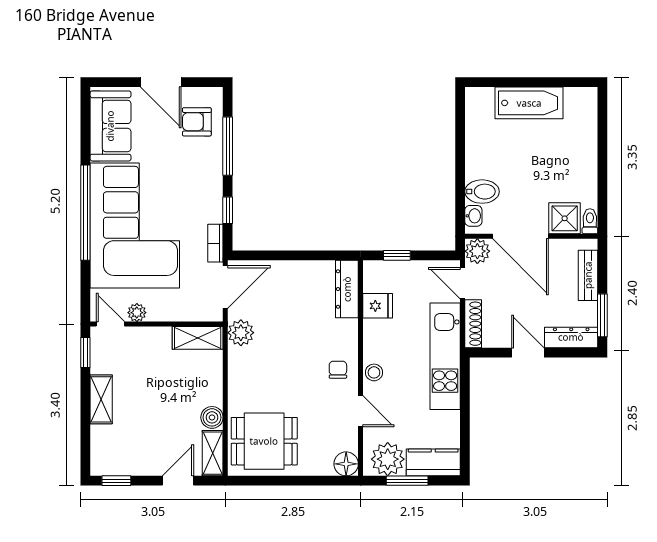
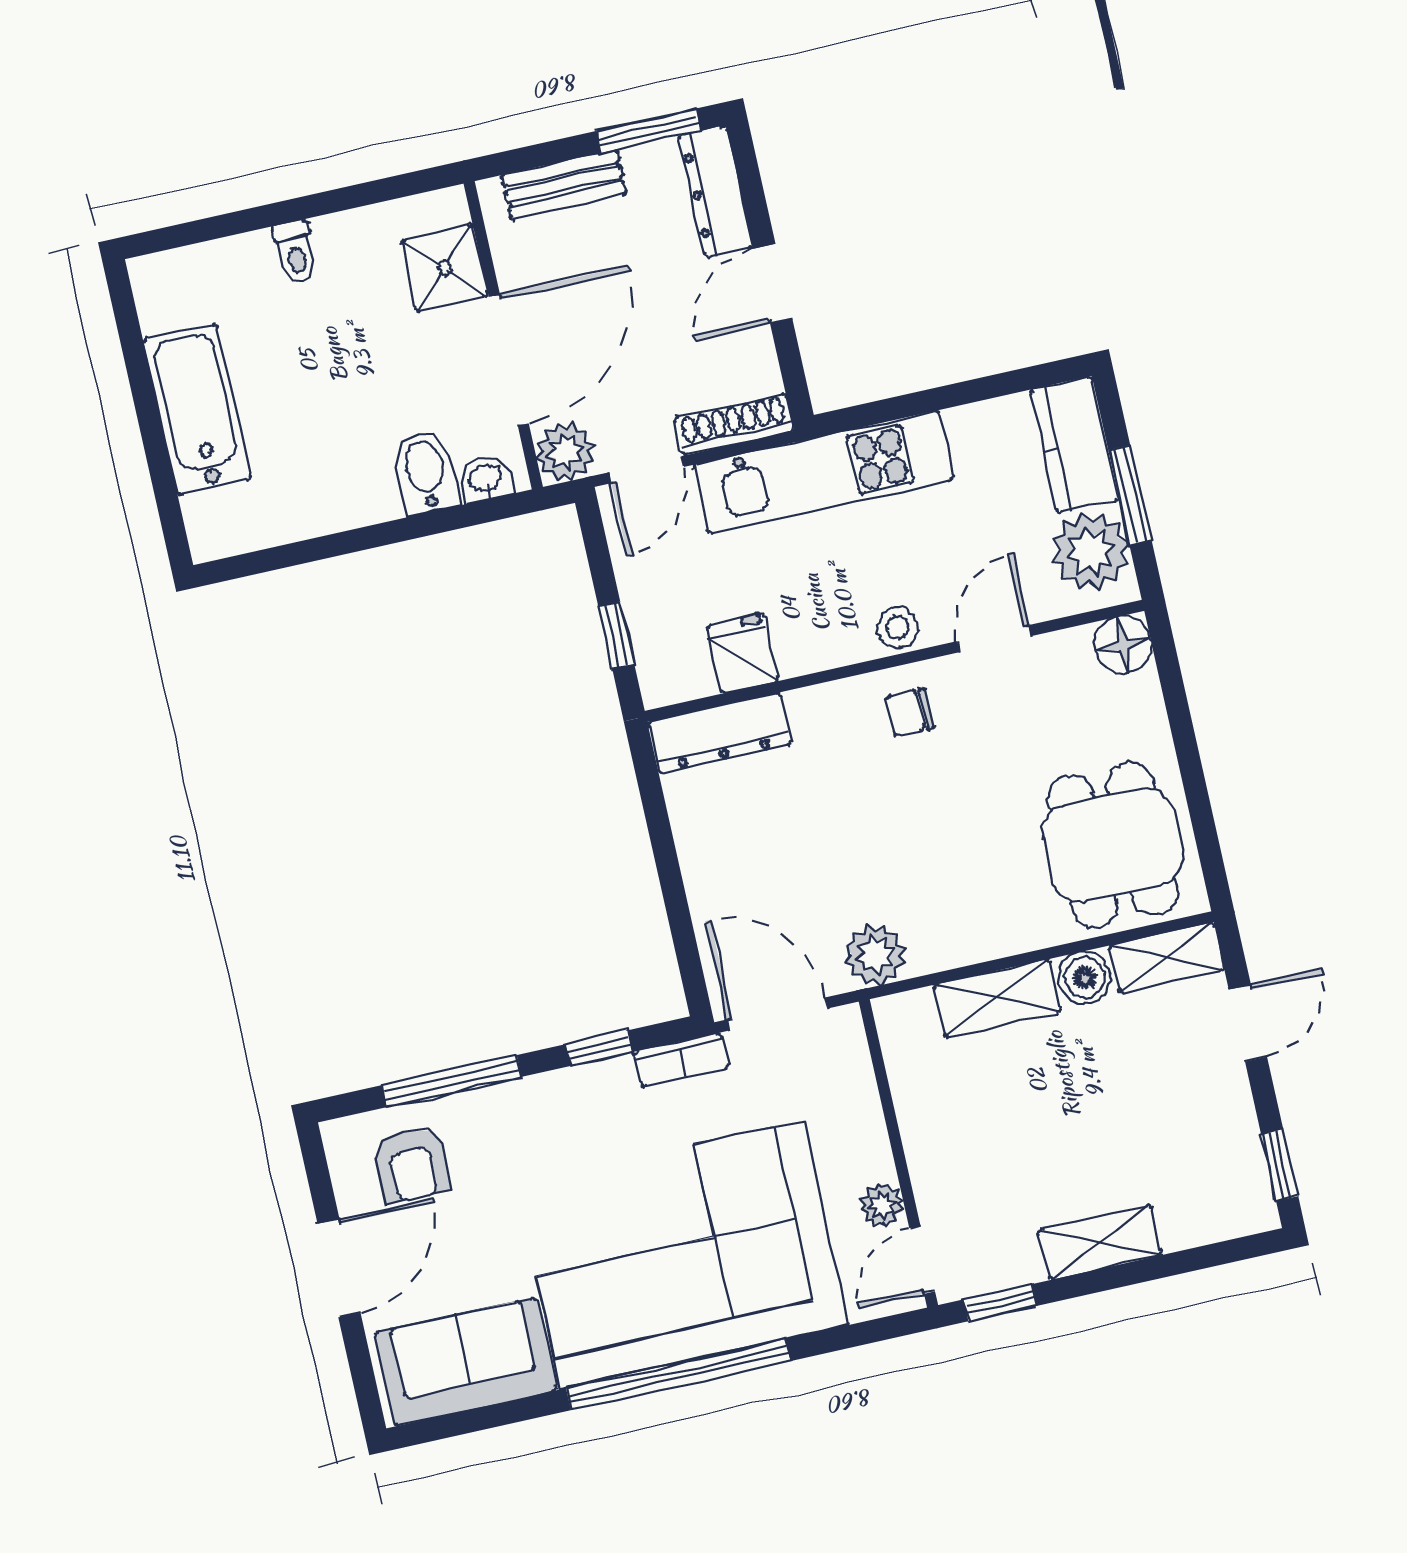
toilet: (590, 221) -> (295, 252), moved, turned -90
shelving: (198, 338) -> (997, 998), moved, turned 90
door: (178, 481) -> (1248, 1023), swing flipped

